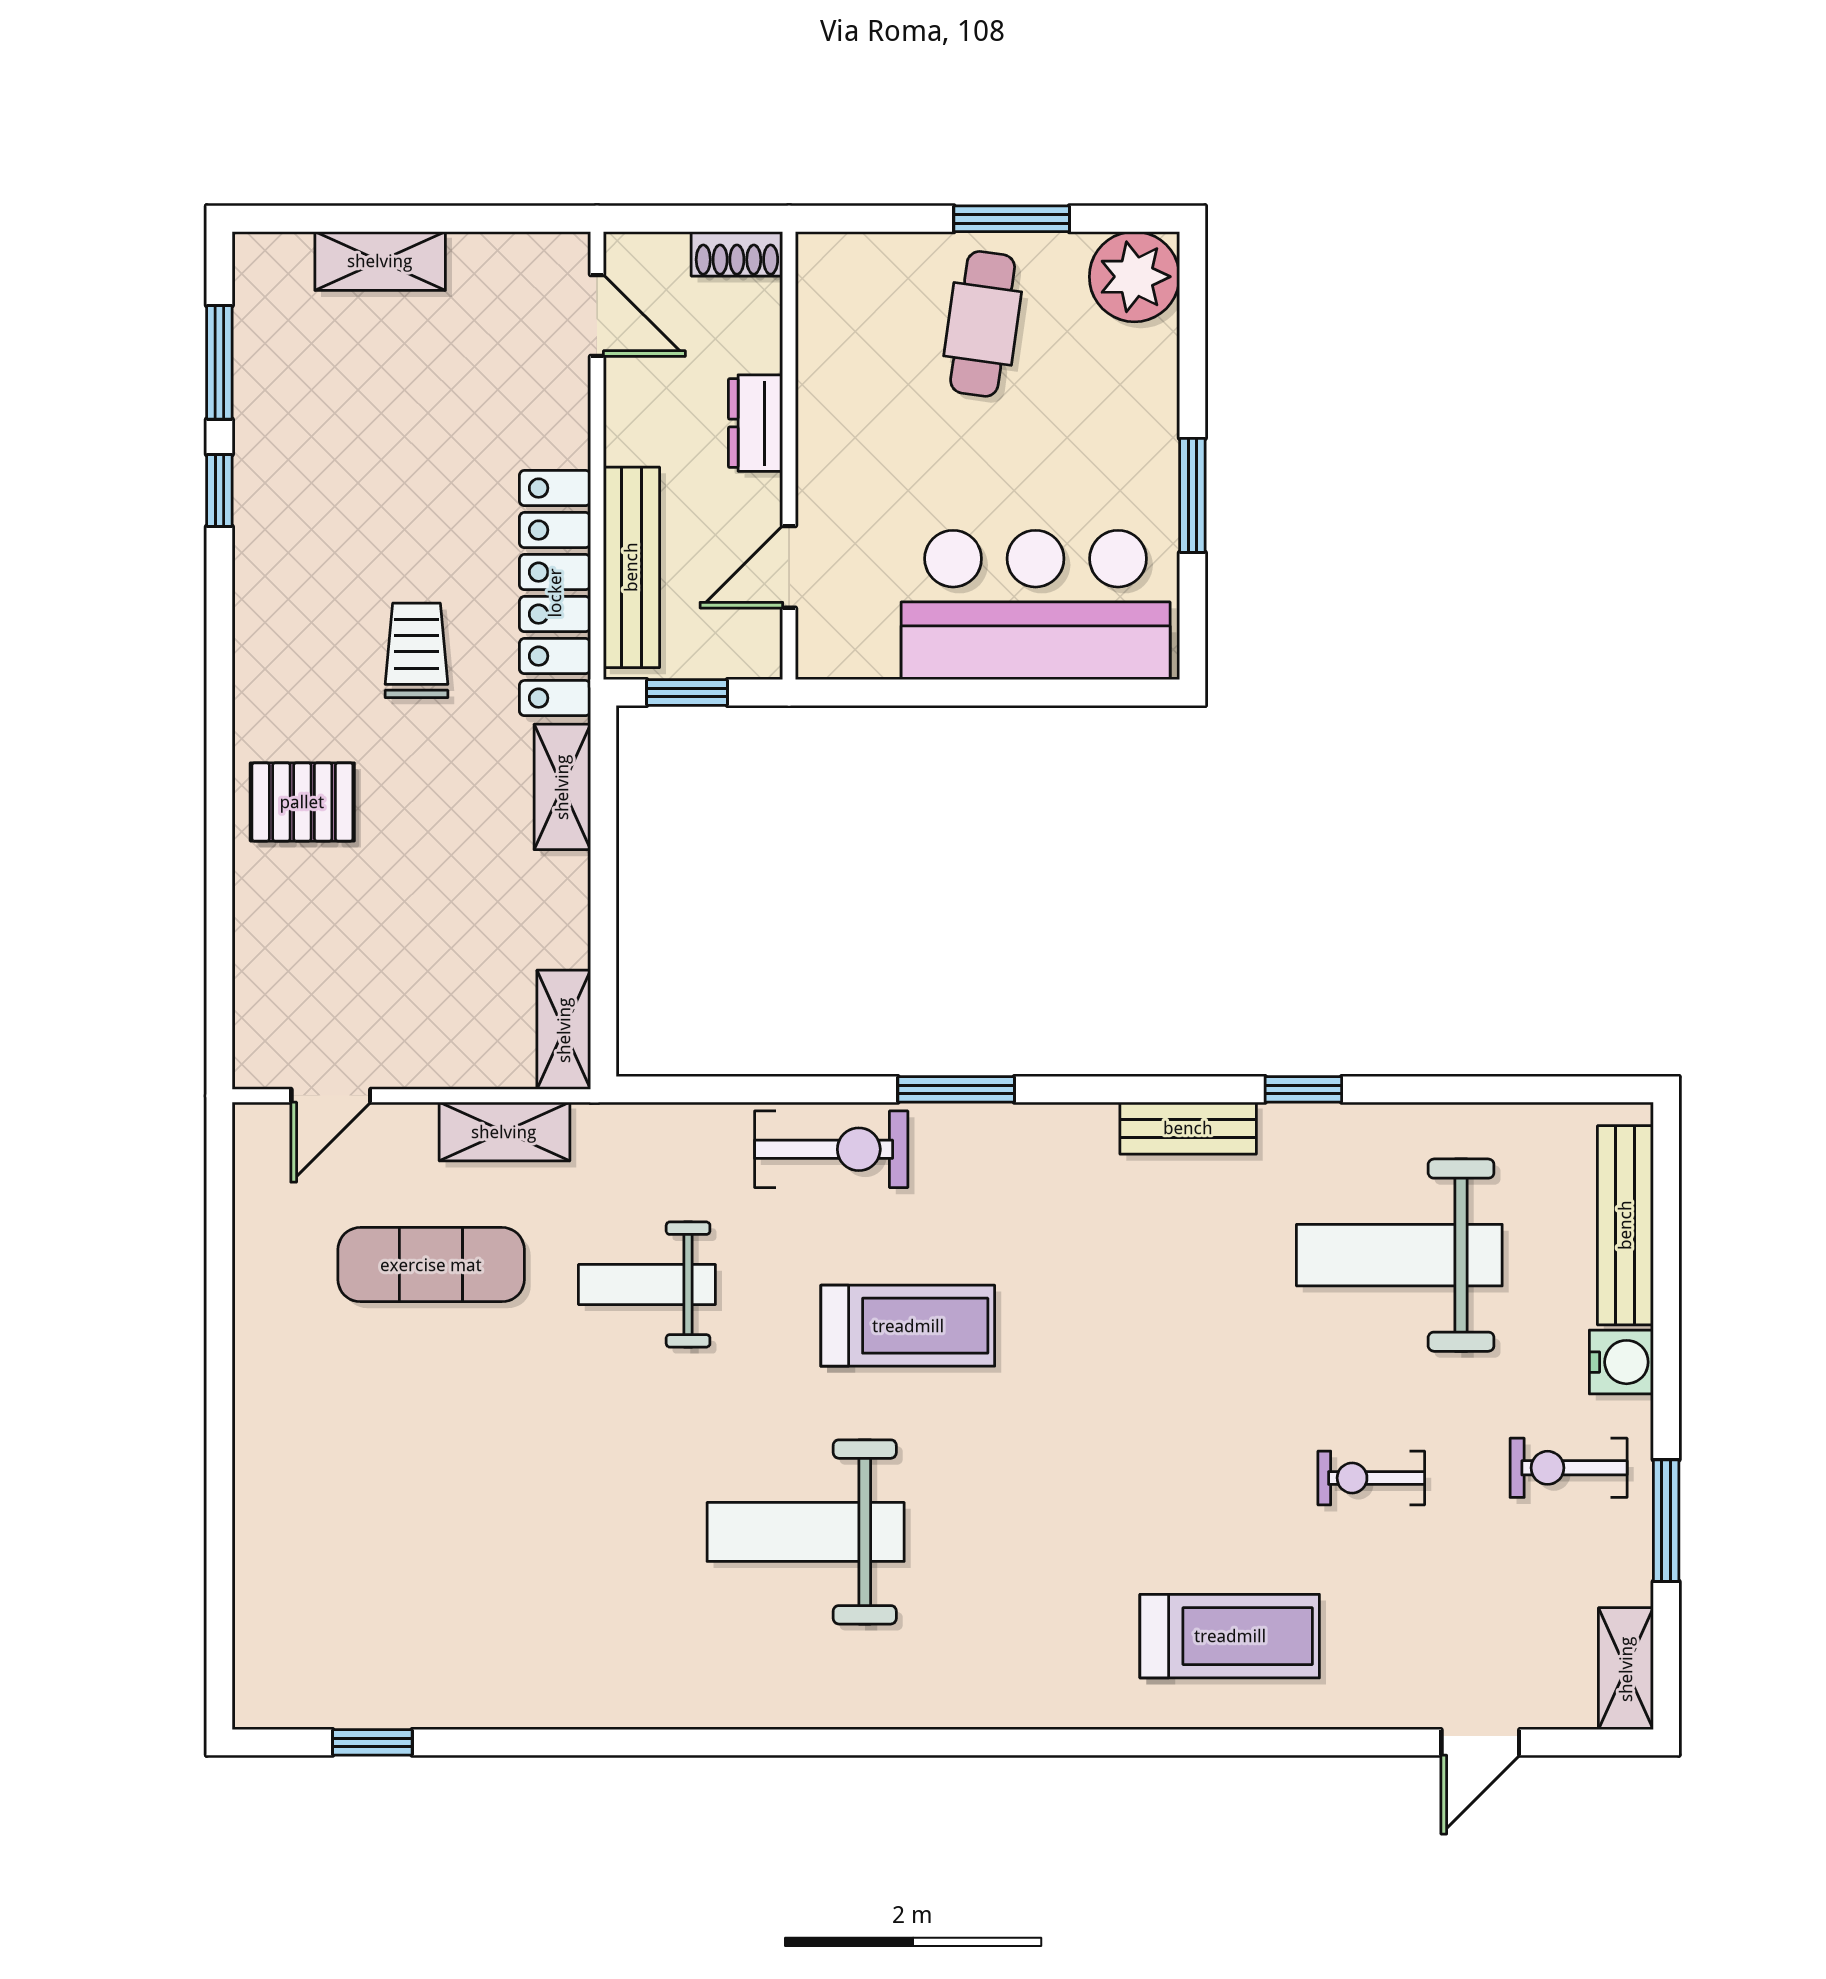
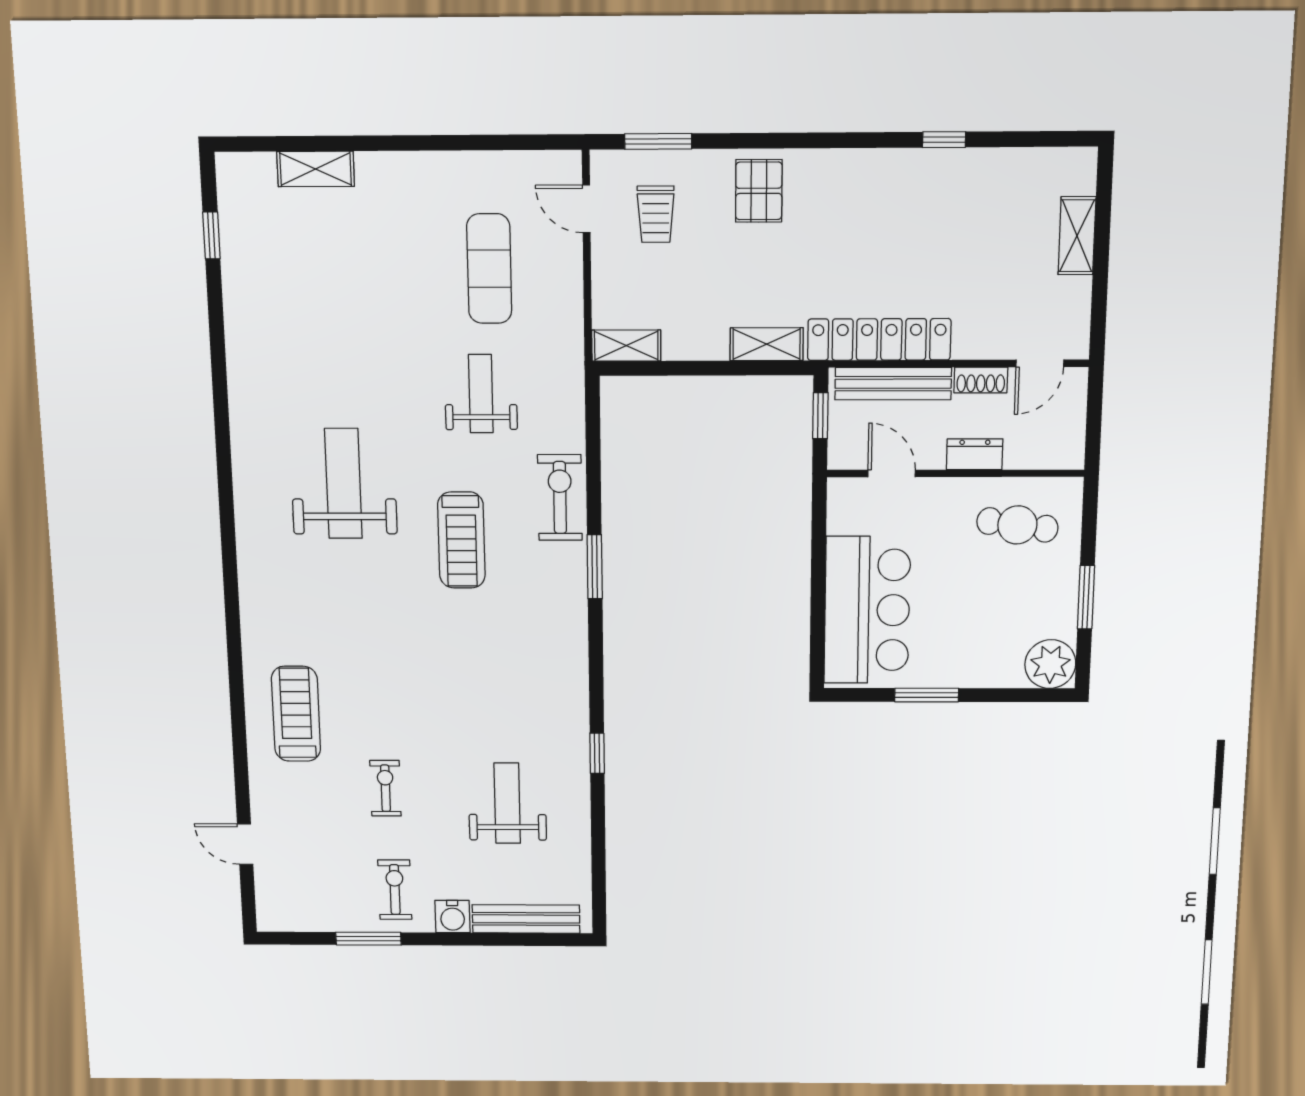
shoe rack: (737, 254) -> (981, 380), moved, turned -90
cafe table: (983, 324) -> (1017, 525), moved
window: (219, 362) -> (658, 141), moved
trolley: (417, 650) -> (656, 214), moved, turned 90
bench: (1188, 1128) -> (575, 692), removed
shelving: (504, 1132) -> (316, 169), moved, turned 90
exercise bike: (831, 1149) -> (560, 498), turned 180
weight bench: (1399, 1255) -> (507, 803), width x0.73, depth x0.75
treadmill: (1230, 1636) -> (296, 714), turned 180
shelving: (1626, 1669) -> (289, 918), removed

